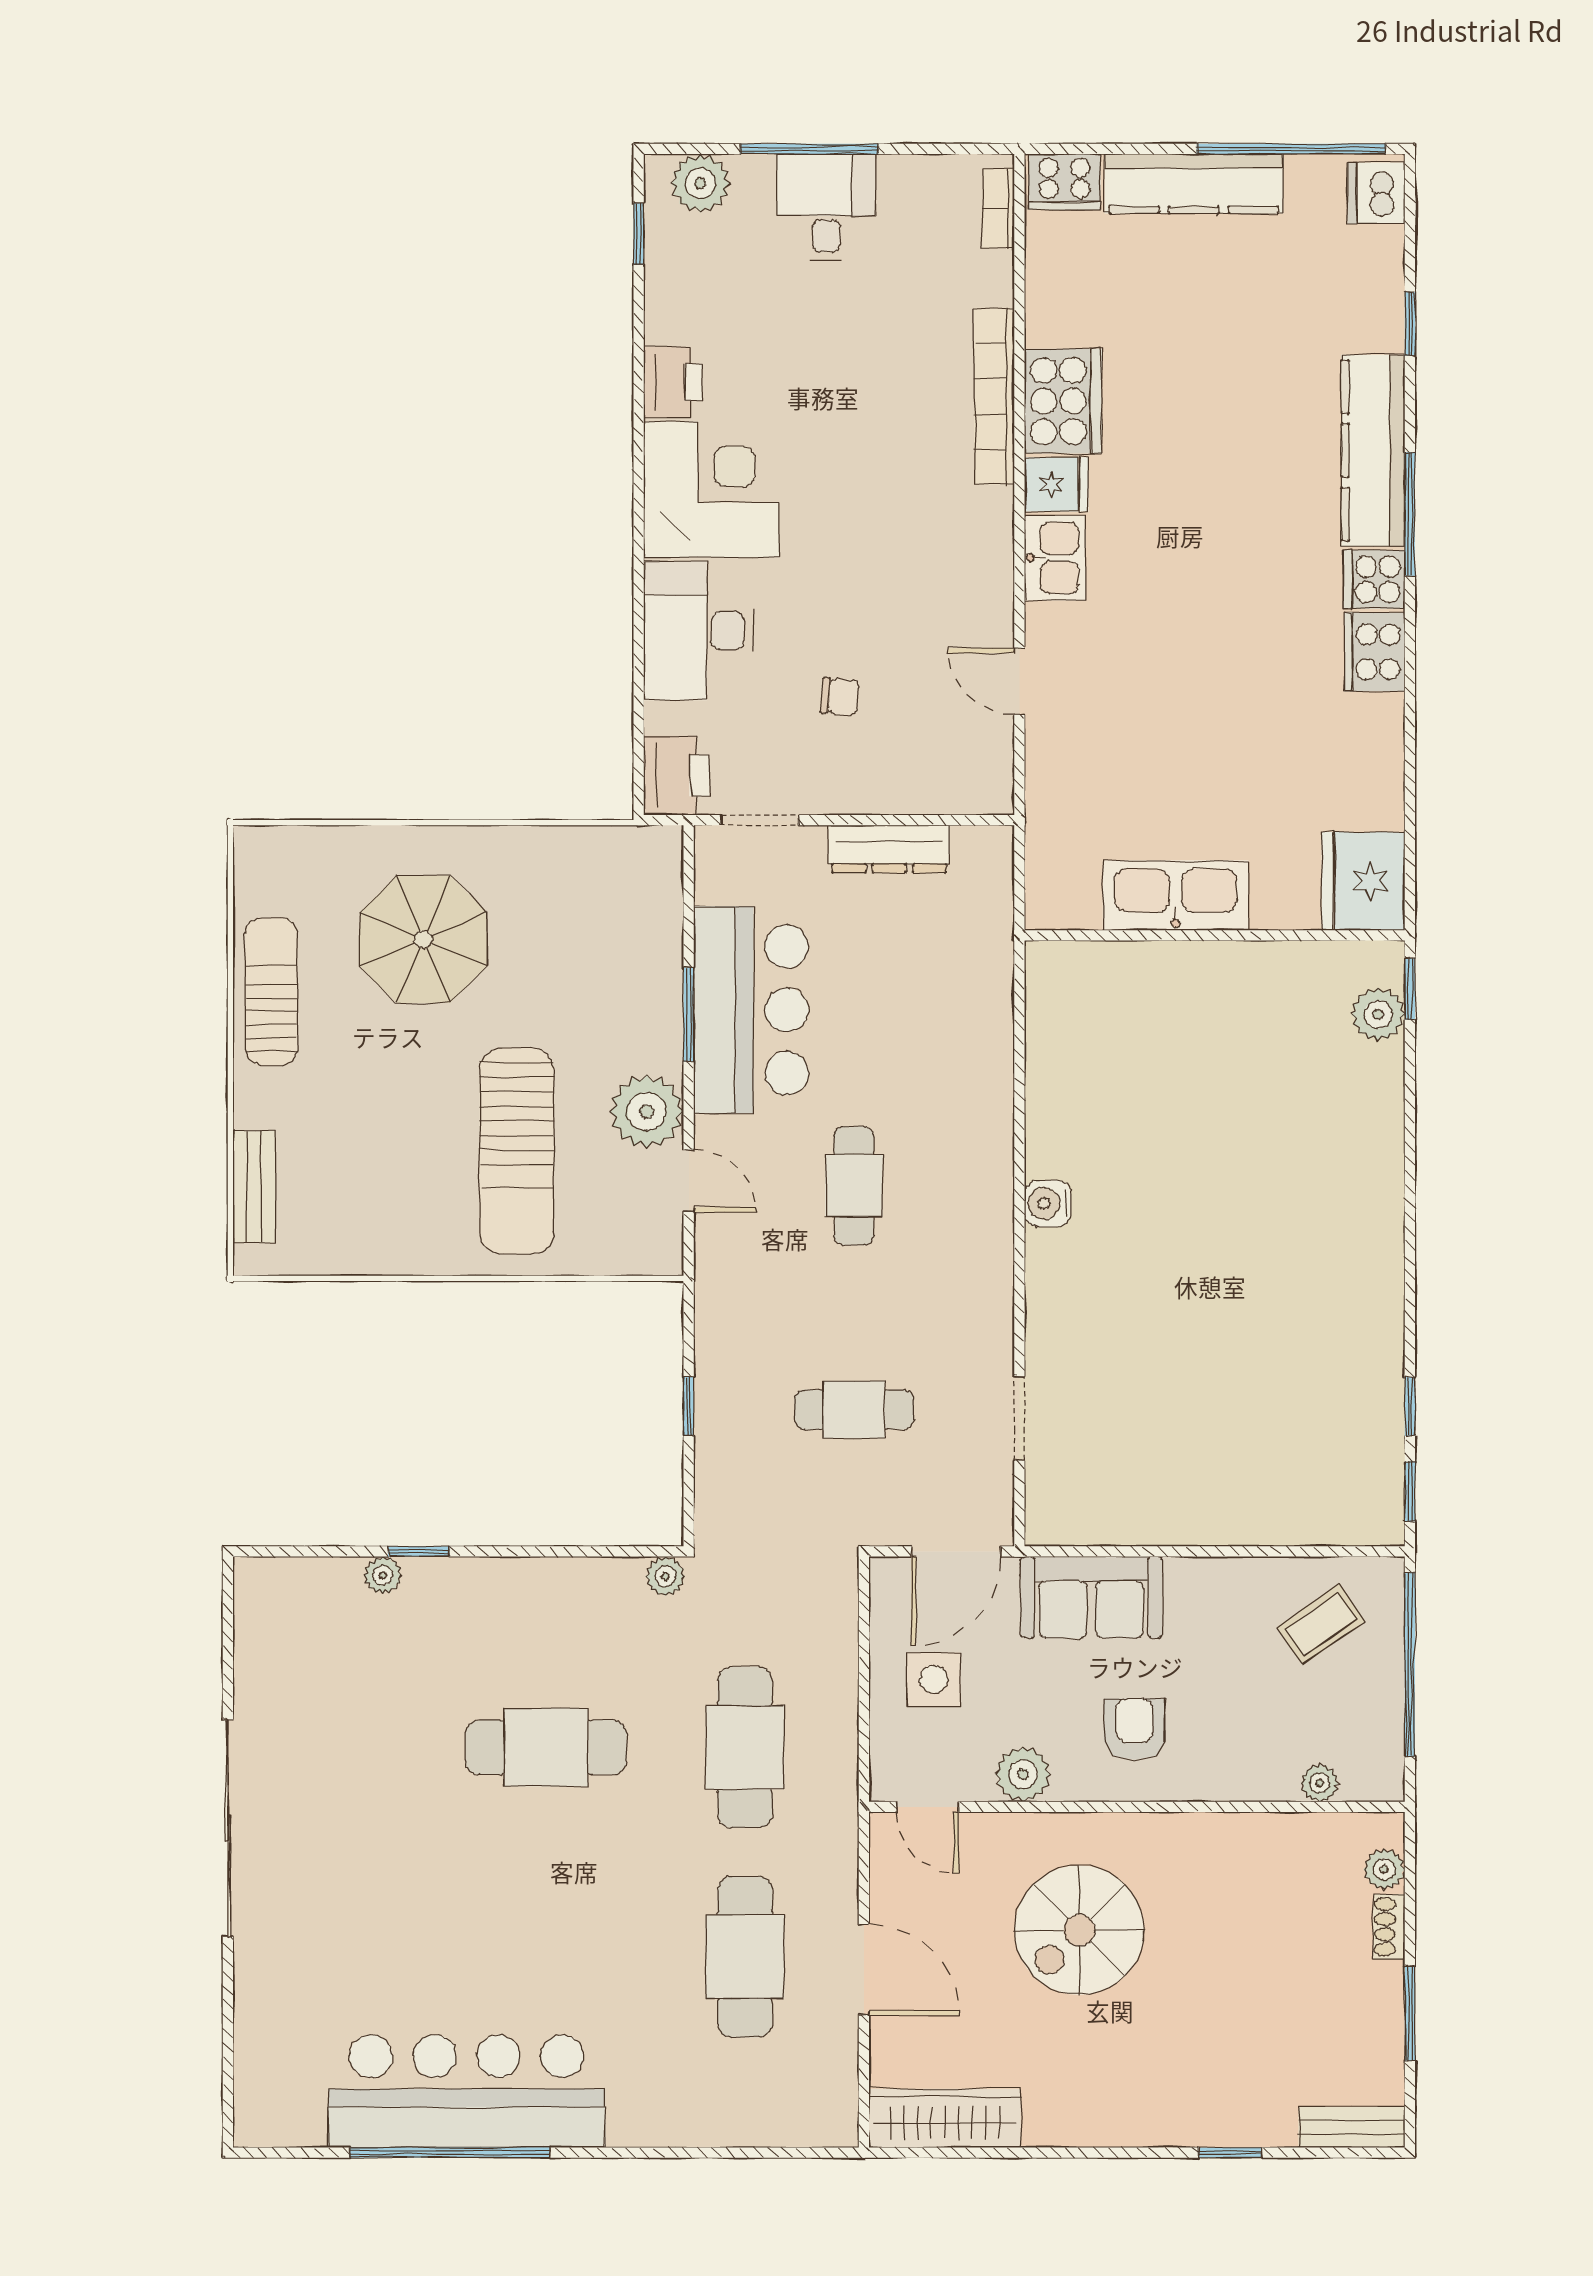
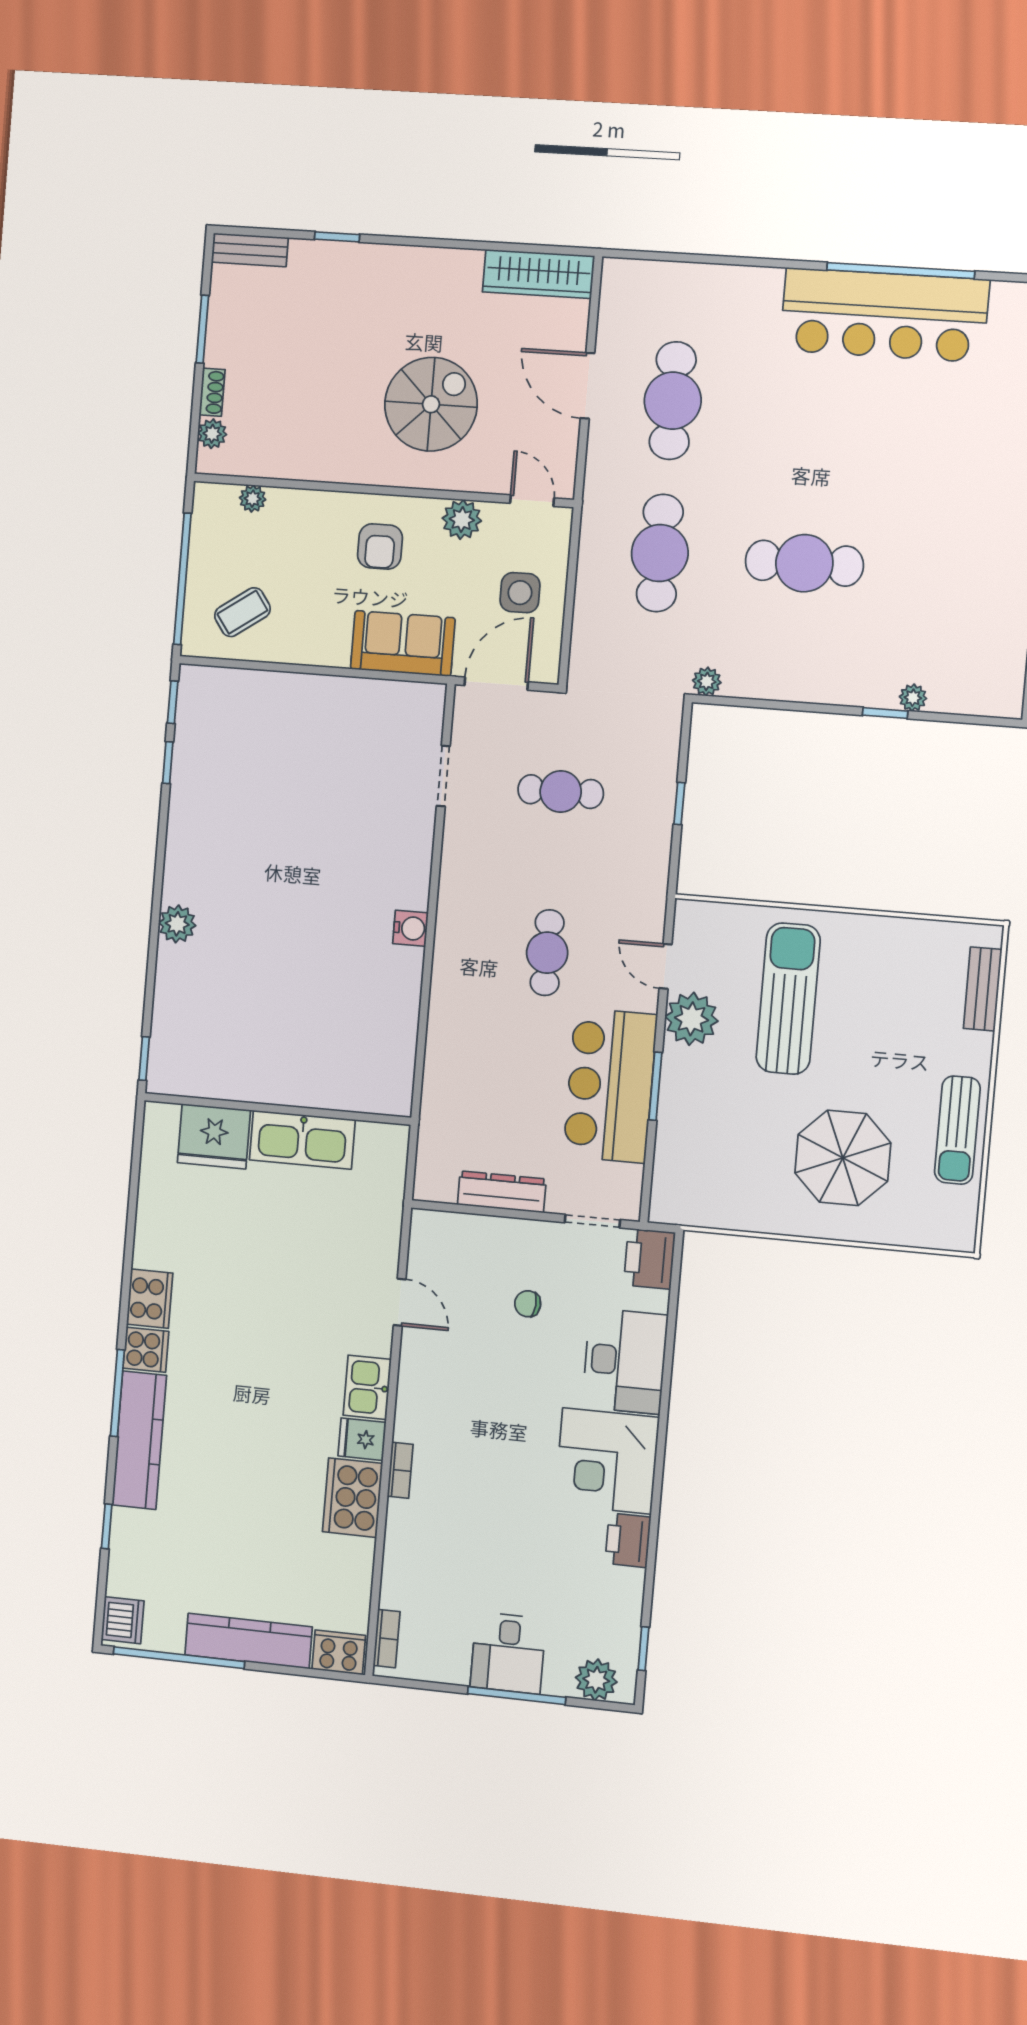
bookcase: (994, 396) -> (400, 1470), width x0.43, depth x0.76
fridge: (1363, 881) -> (214, 1136), moved, turned 90
plant: (1378, 1014) -> (177, 924), moved

